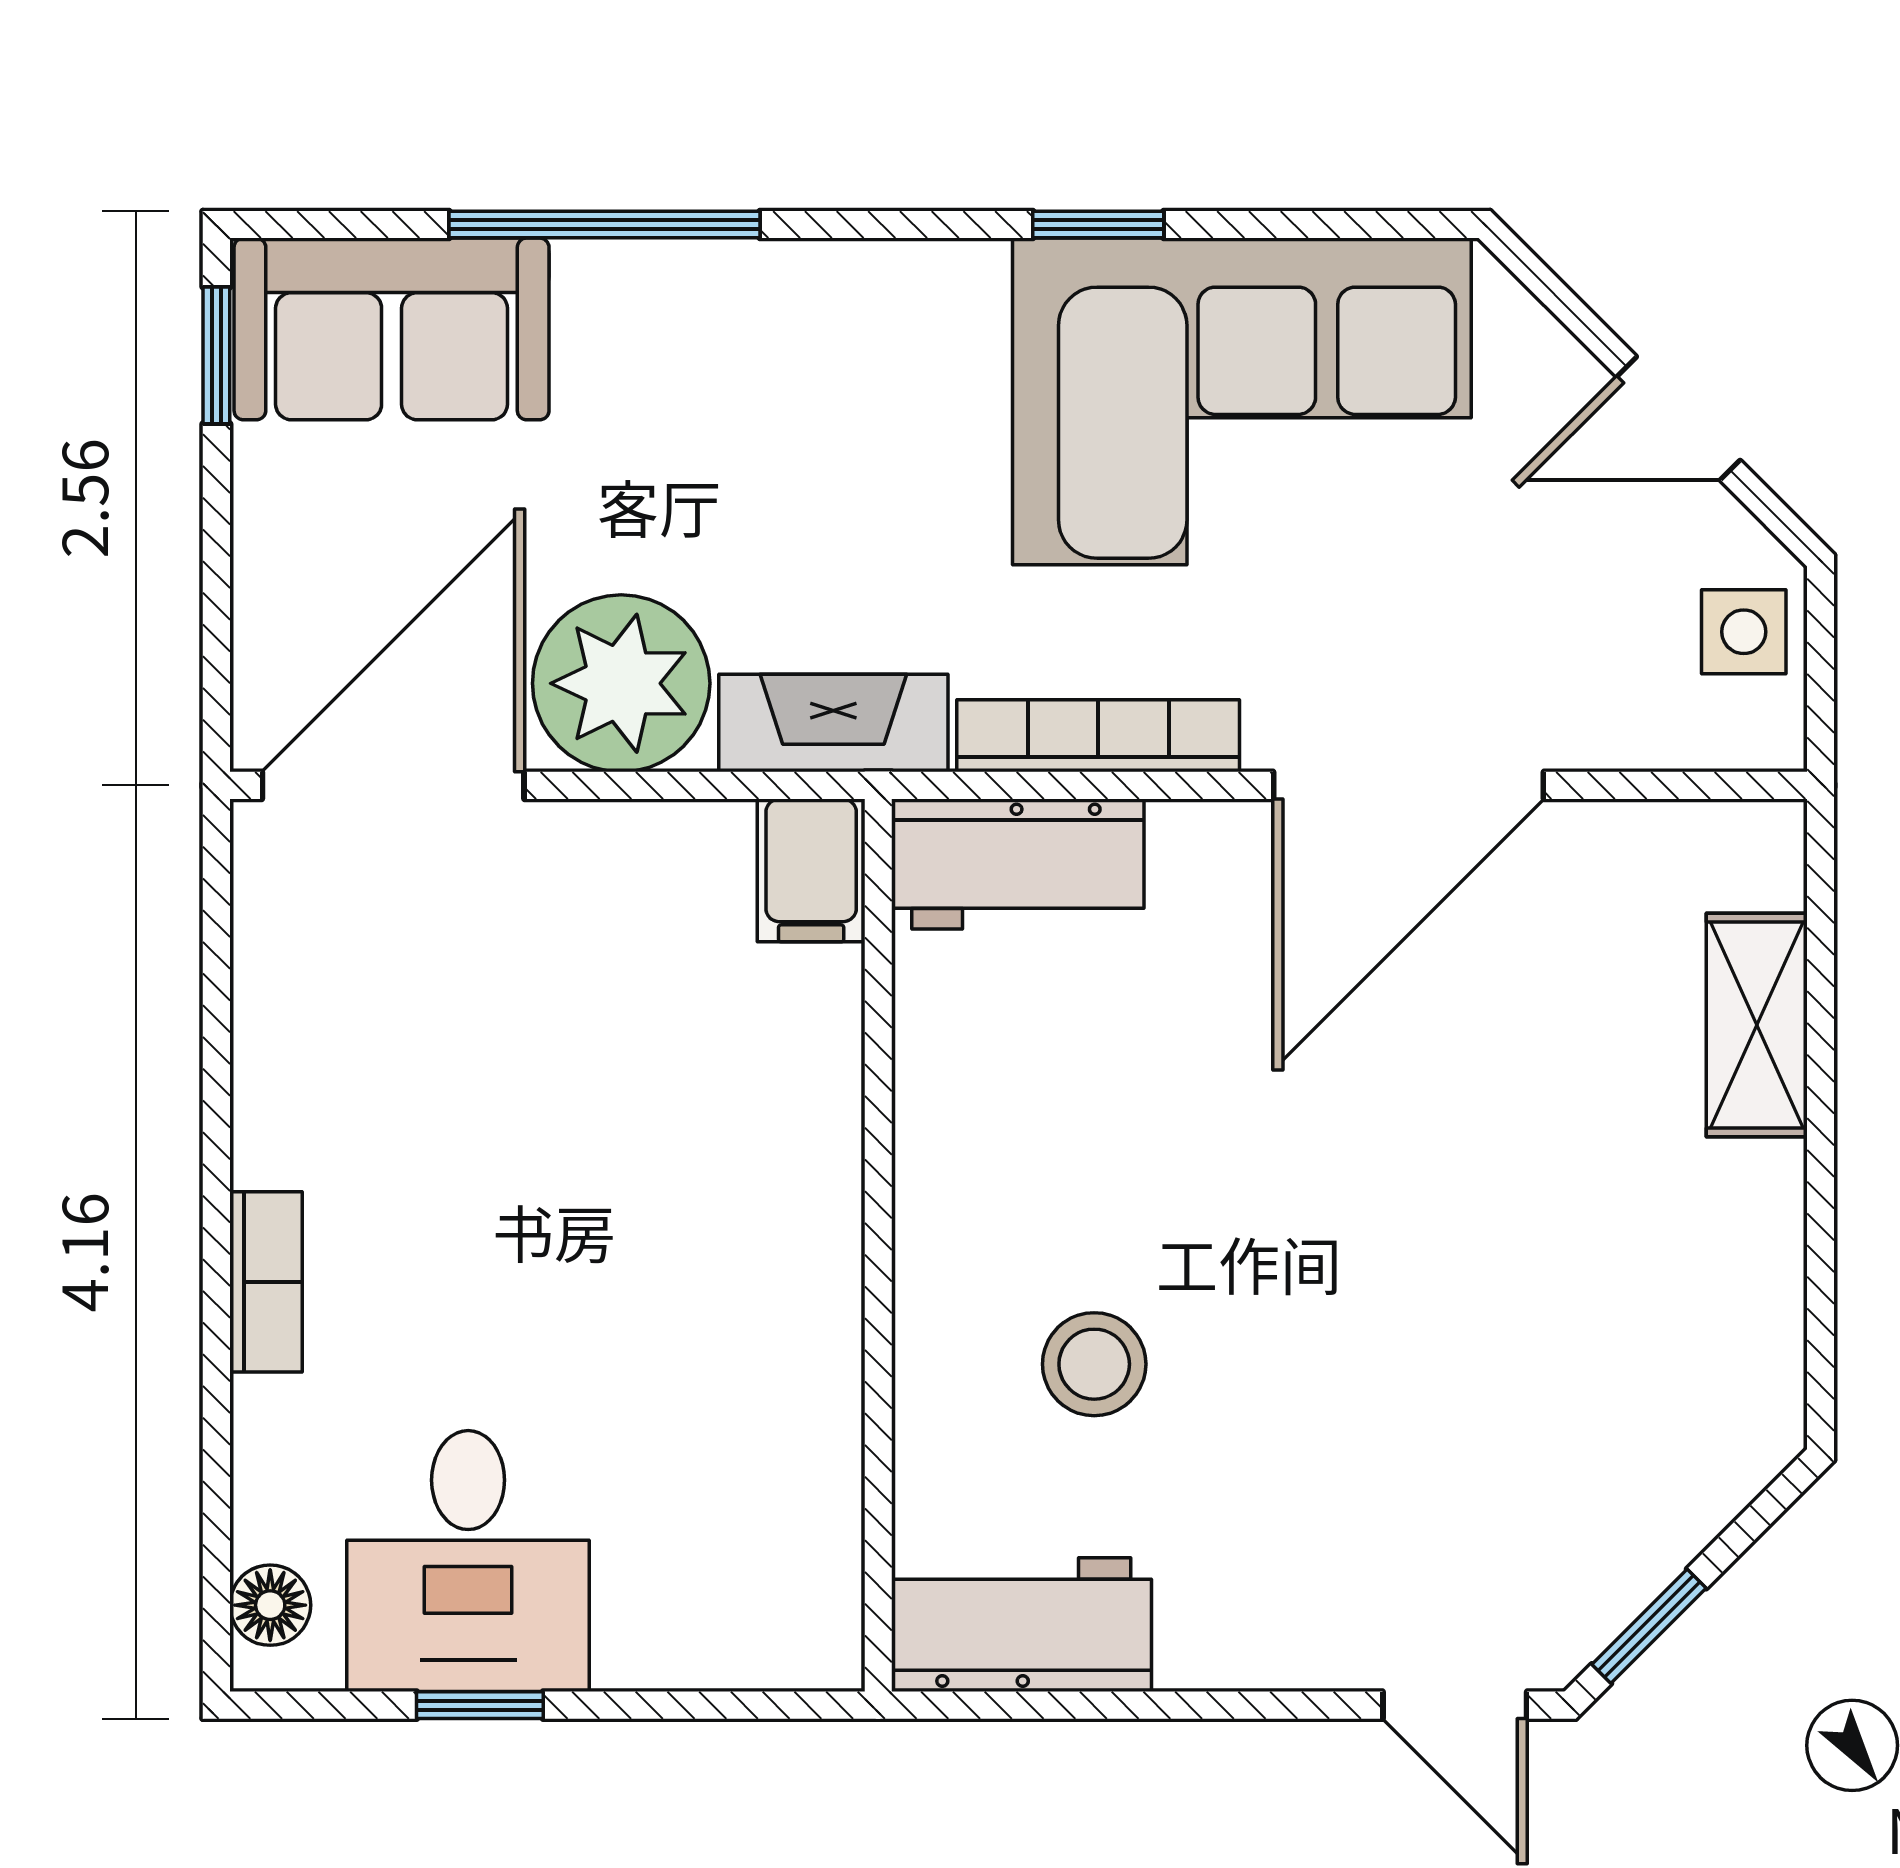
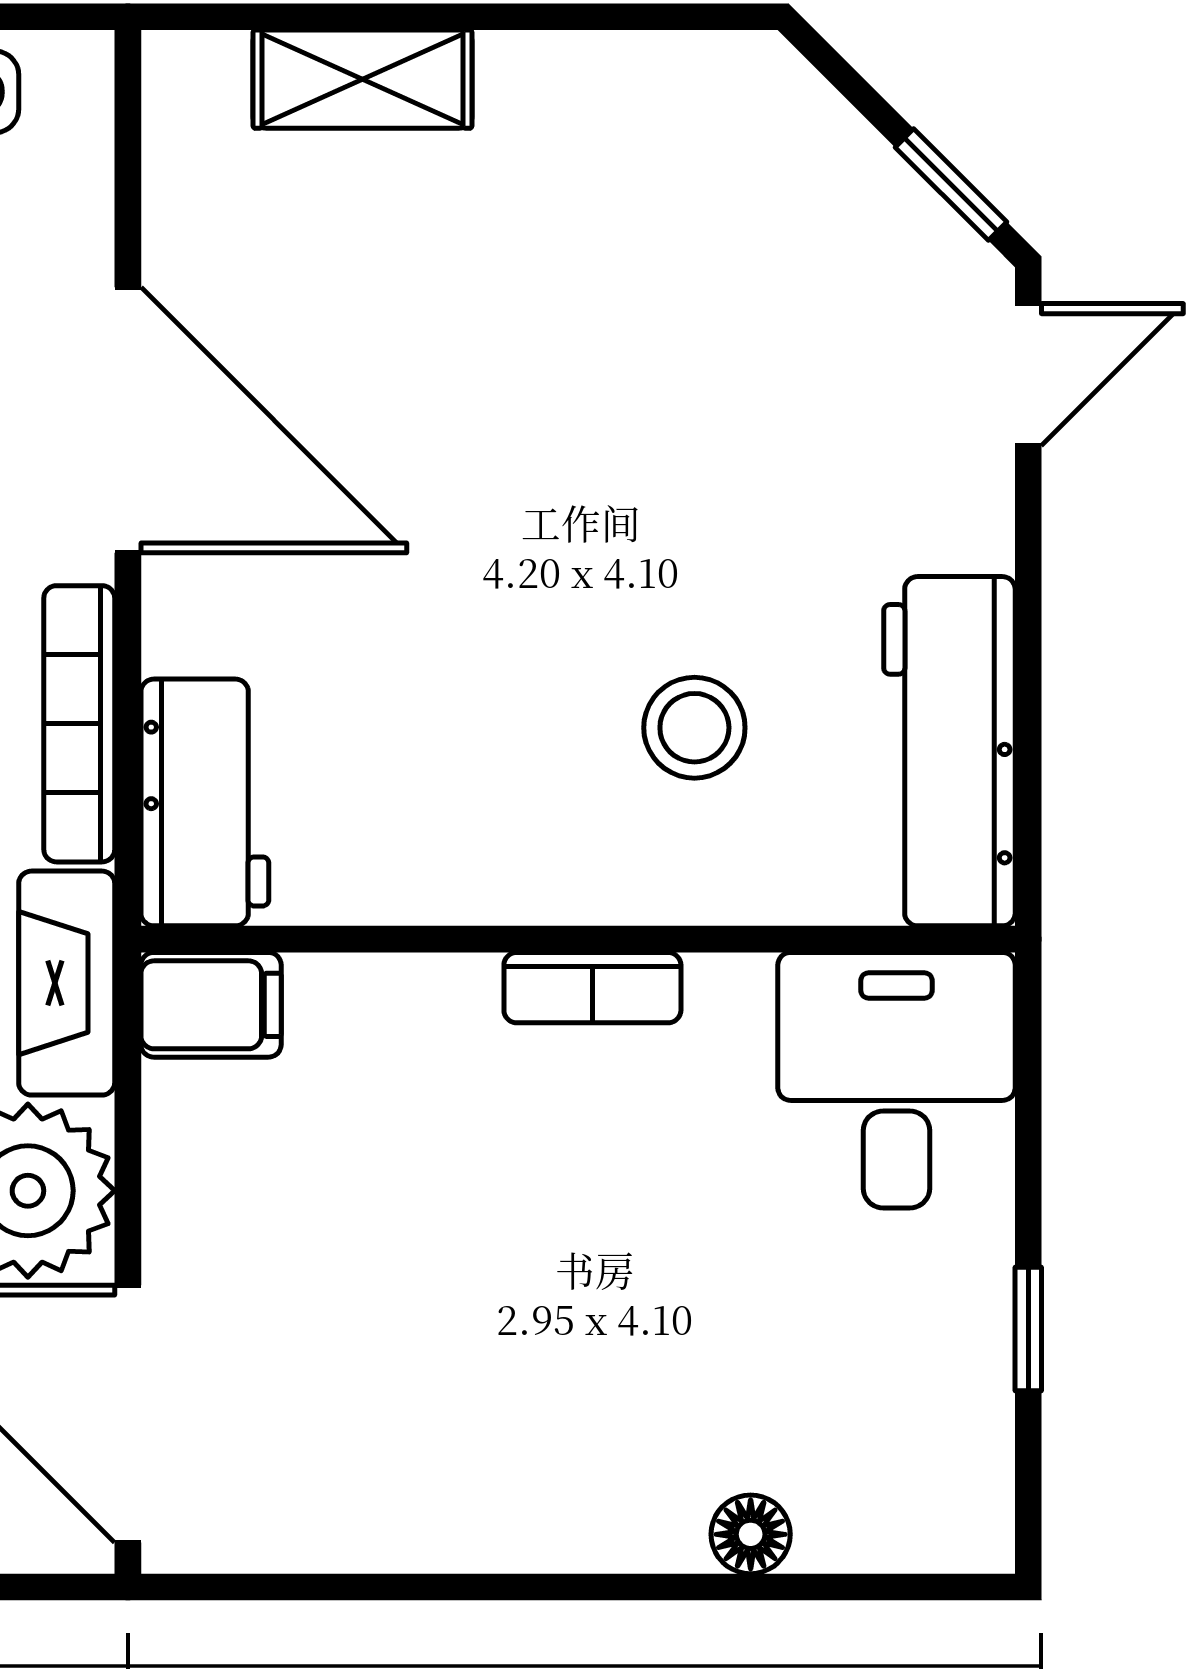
bookcase: (266, 1282) -> (592, 988), moved, turned 180
desk: (468, 1561) -> (897, 1080), moved, turned -90
floor lamp: (270, 1605) -> (751, 1534), moved
workbench: (1021, 1625) -> (949, 751), width x1.37

